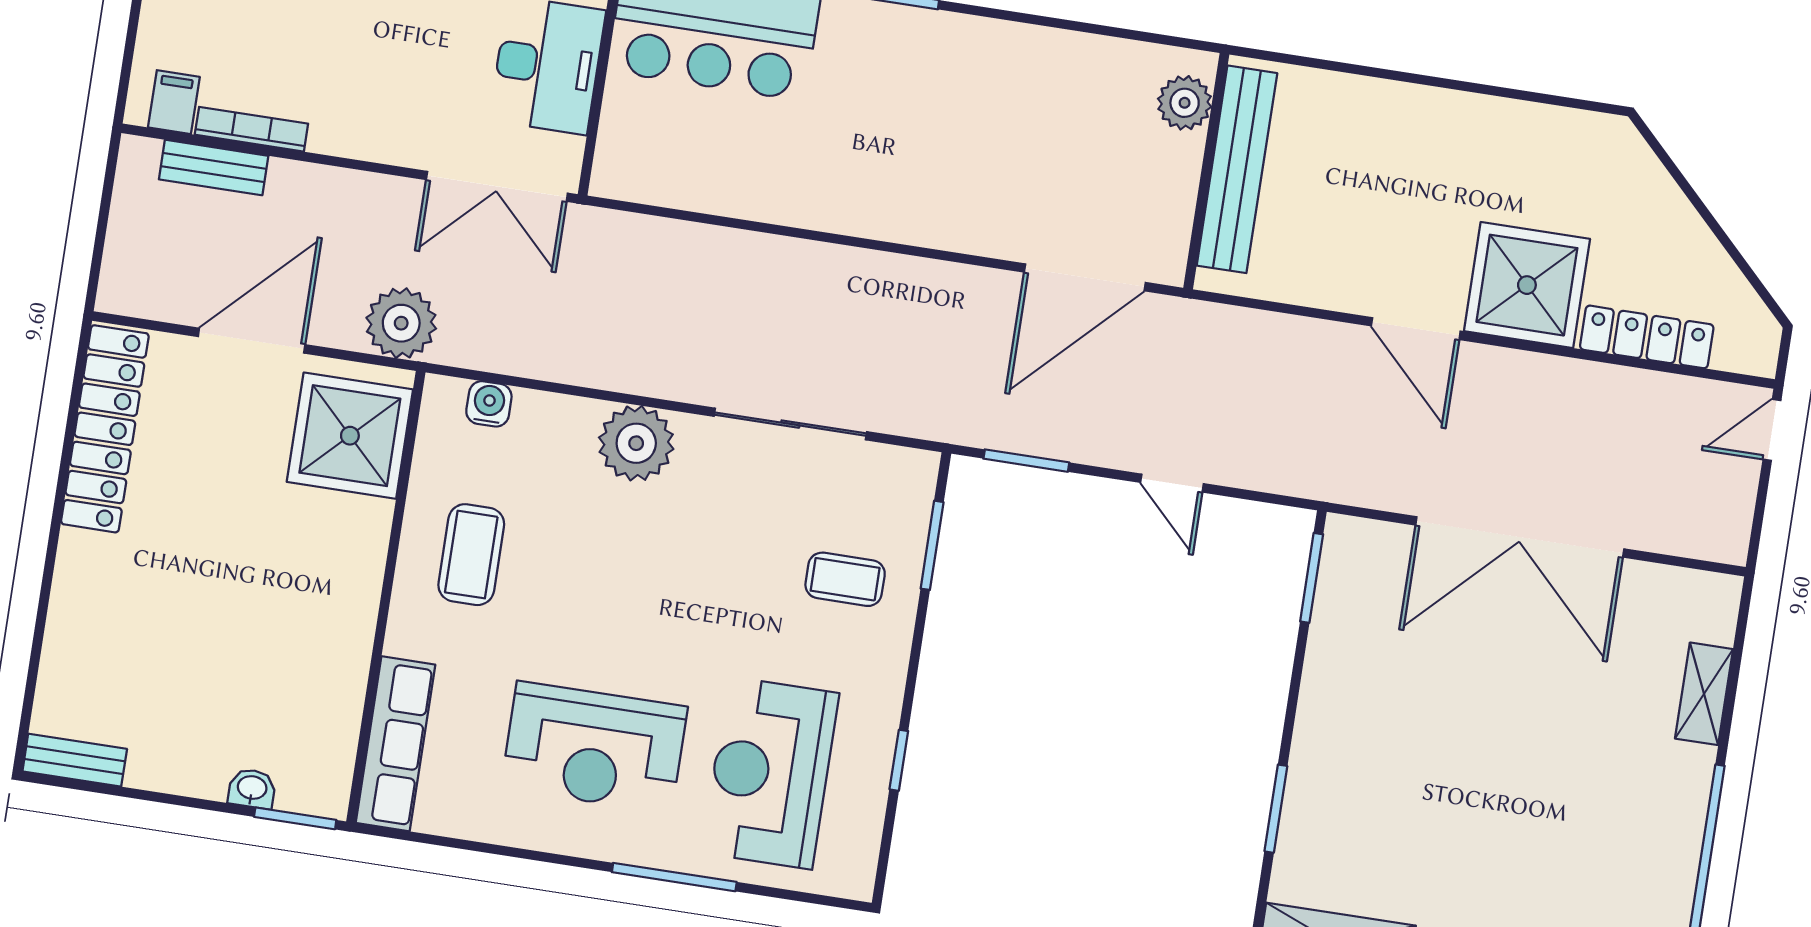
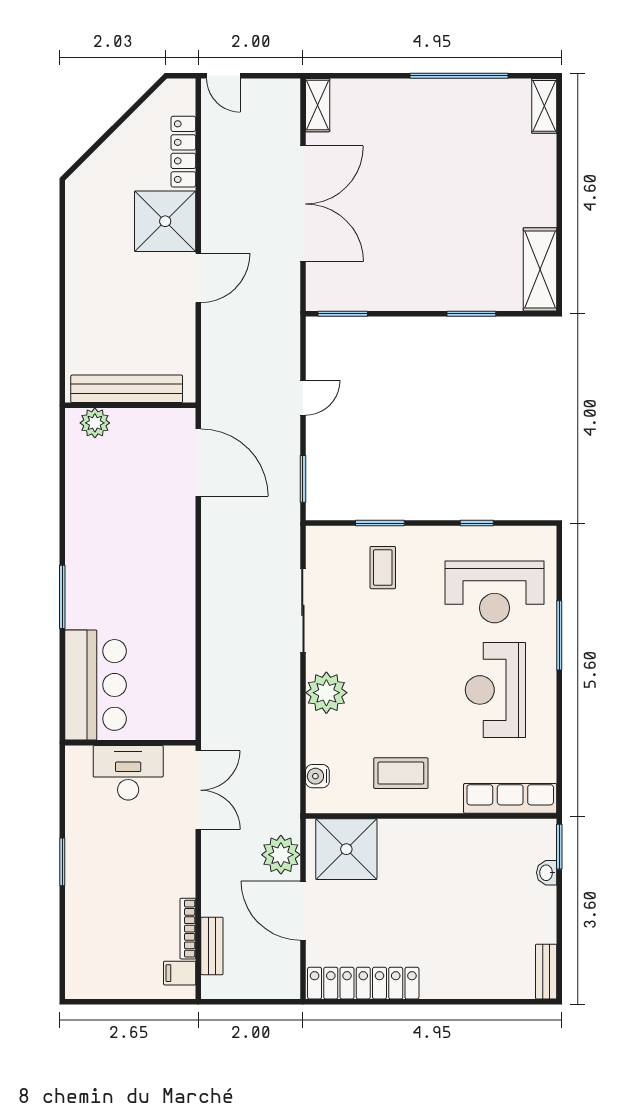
plant: (401, 323) -> (281, 855), moved
window: (932, 545) -> (380, 523), moved
shelving: (1704, 694) -> (318, 105), moved, turned 90
reception desk: (594, 747) -> (495, 690), turned 180

